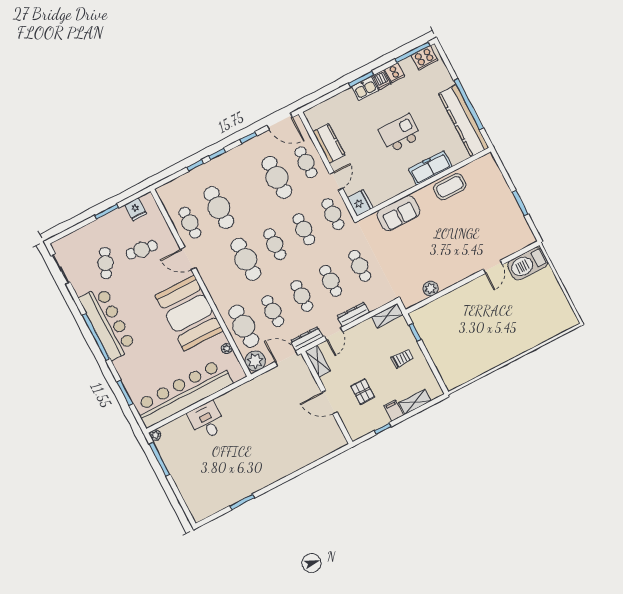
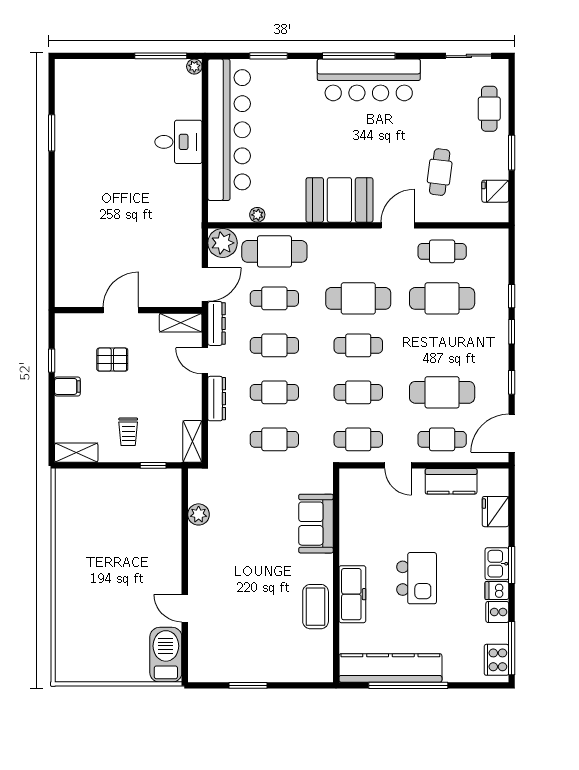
fridge: (360, 203) -> (495, 512), moved, turned 90
cafe table: (106, 263) -> (489, 109), moved, turned 66
booth: (189, 313) -> (339, 200), width x0.73, depth x0.70
shelving: (415, 402) -> (76, 453), moved, turned 90

